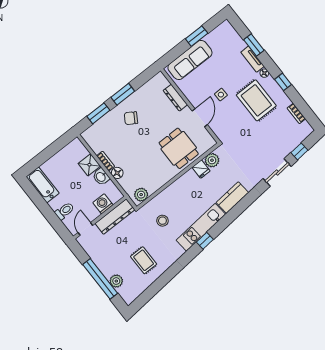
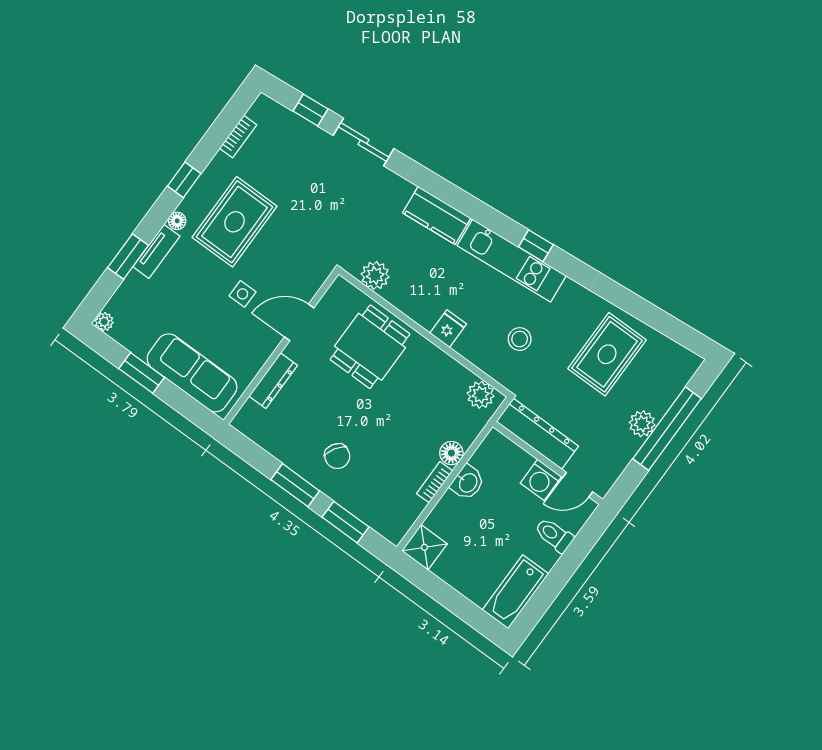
plant: (226, 25) -> (104, 322), added
shower: (89, 165) -> (424, 547), moved
fridge: (201, 169) -> (448, 329), moved
washing machine: (103, 204) -> (541, 480), moved
rug: (144, 260) -> (607, 354), width x1.36, depth x1.43
plant: (116, 281) -> (642, 424), moved

